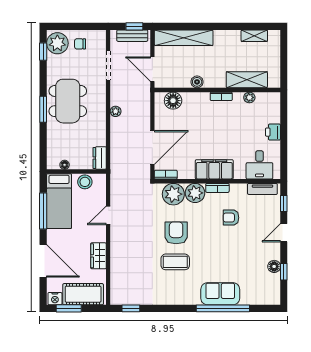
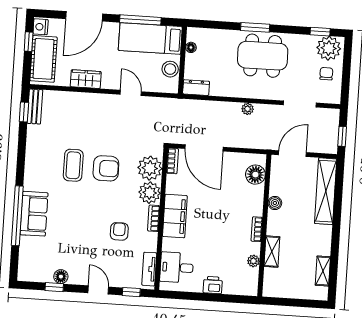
bench: (132, 36) -> (35, 107), moved
shelving: (247, 80) -> (272, 252), width x0.67, depth x0.75
window: (69, 308) -> (29, 42), width x0.67

